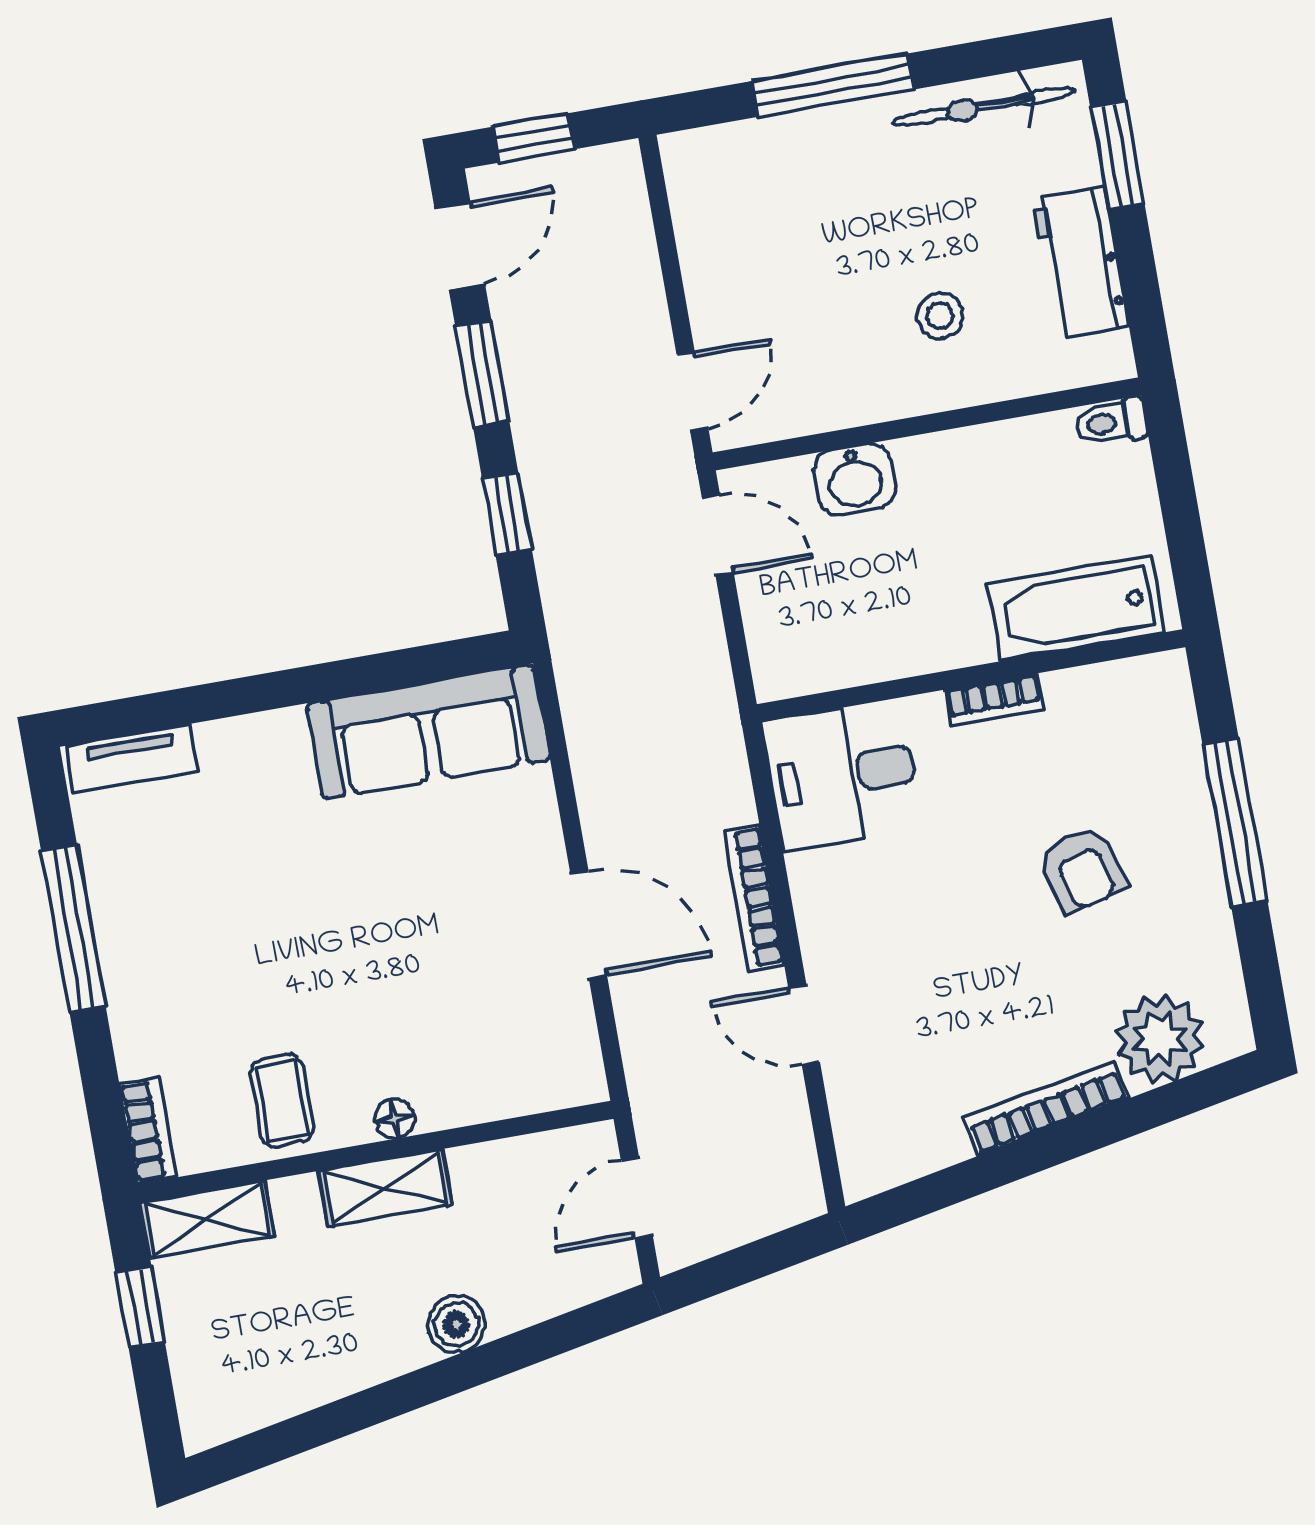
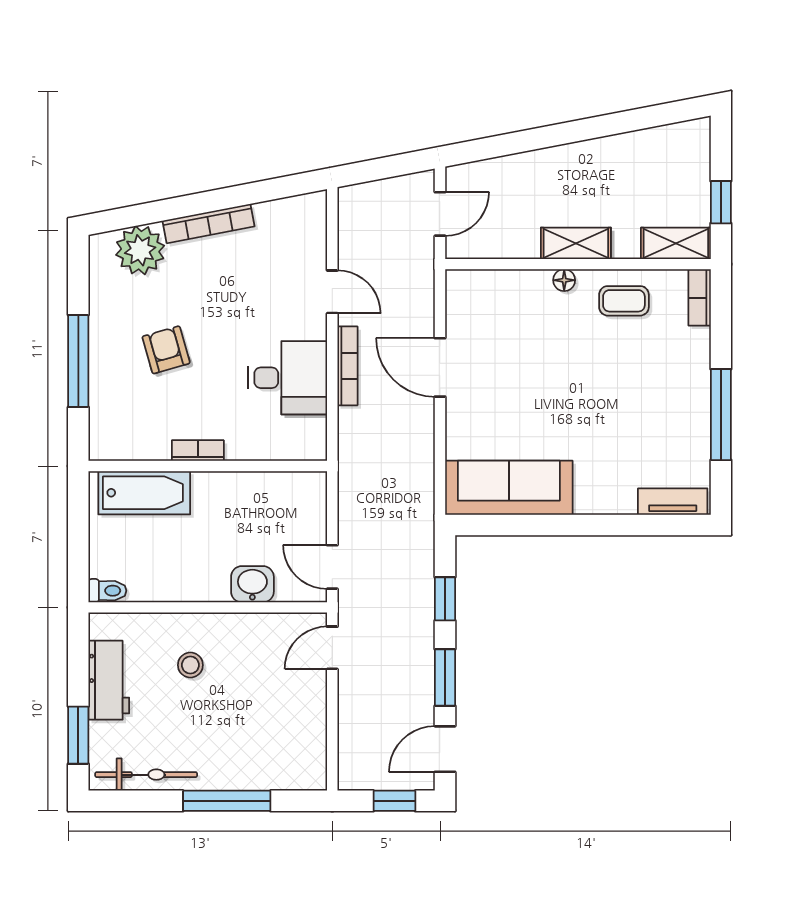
desk: (842, 775) -> (288, 378), moved
coffee table: (282, 1101) -> (624, 301), turned 90
boiler: (456, 1324) -> (550, 162), removed

